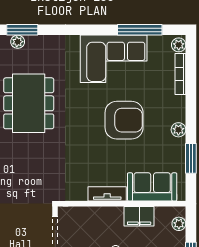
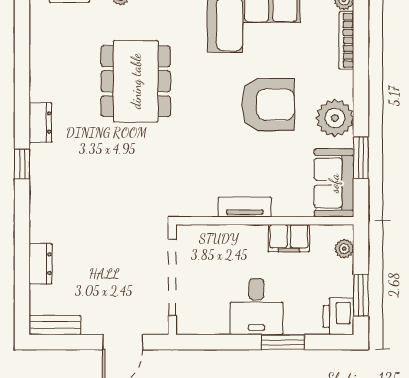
plant: (178, 130) -> (335, 118), width x1.88, depth x1.88
sofa: (152, 187) -> (334, 183), moved, turned -90

